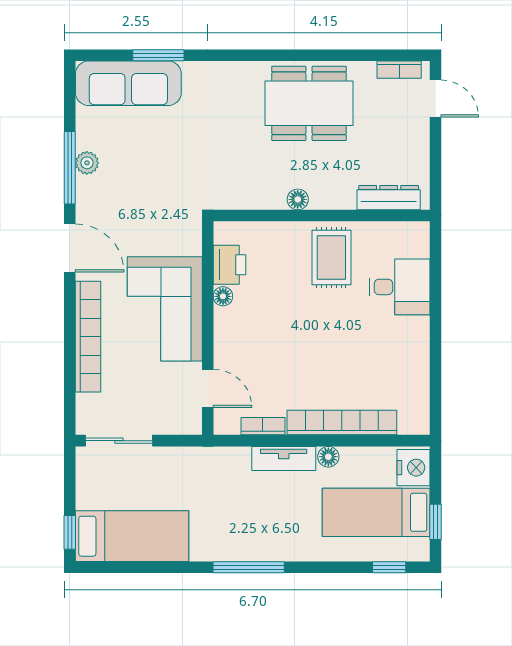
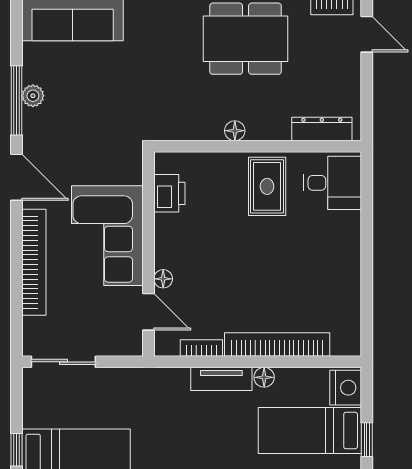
desk: (400, 287) -> (332, 183), moved
floor lamp: (223, 296) -> (163, 279), moved

